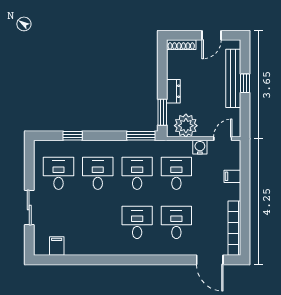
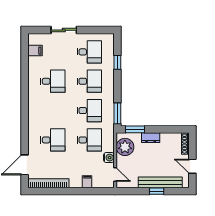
desk: (137, 222) -> (53, 81), moved

